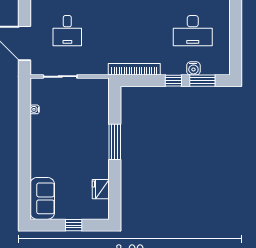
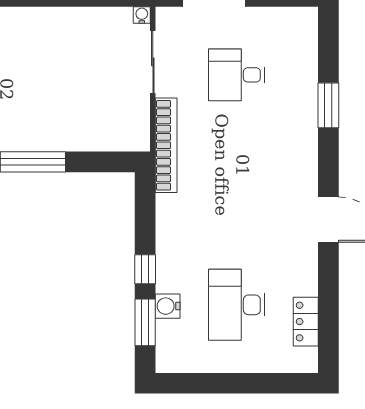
bookcase: (134, 69) -> (166, 145), moved
water cooler: (35, 109) -> (142, 15), moved

